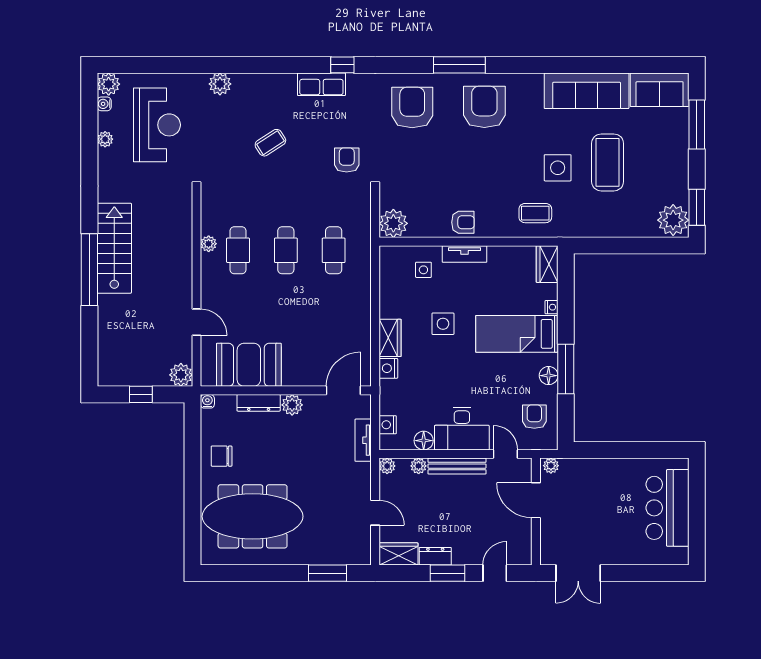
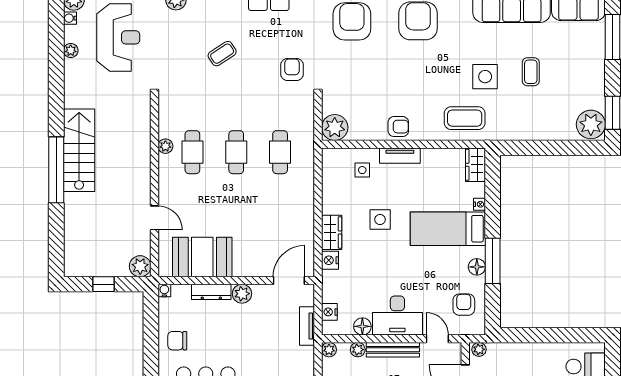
coffee table: (608, 162) -> (531, 72), width x0.54, depth x0.58
coffee table: (535, 213) -> (465, 118), width x1.36, depth x1.30

